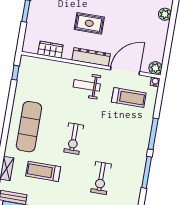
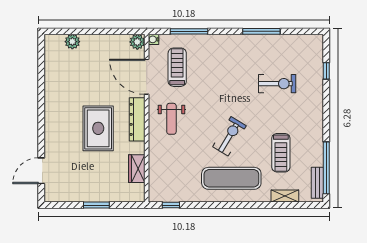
rug: (89, 23) -> (98, 128), width x1.36, depth x1.43
window: (153, 134) -> (189, 31), moved
exercise bike: (74, 139) -> (229, 136), moved, turned -59

